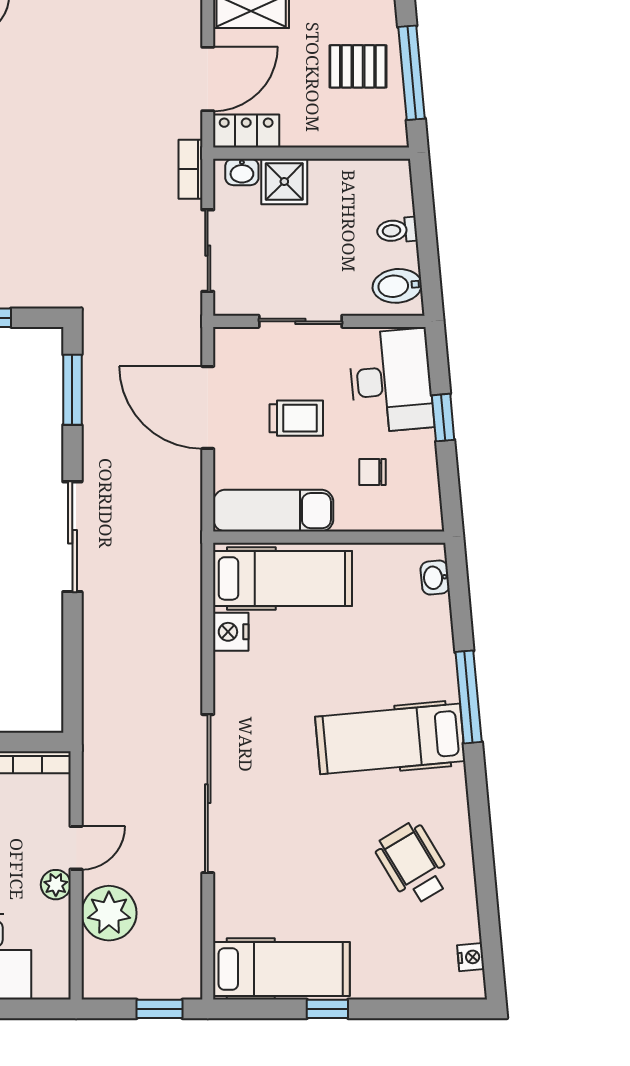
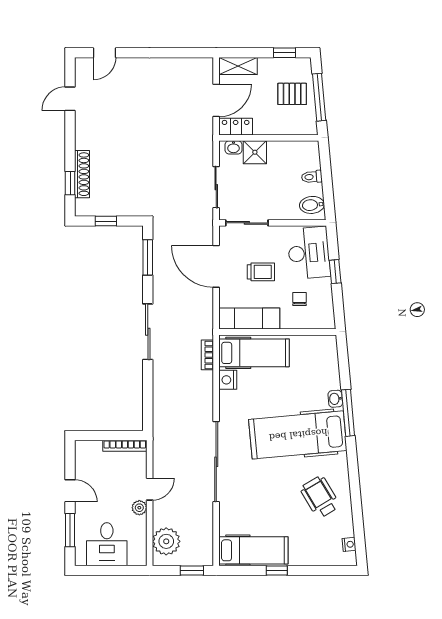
bookcase: (190, 169) -> (207, 355), moved
sliding door: (300, 321) -> (247, 223), moved
chair: (372, 472) -> (299, 299), turned 90
washbasin: (435, 578) -> (335, 399), moved
hospital bed: (390, 739) -> (298, 435), width x1.37, depth x1.29
plant: (109, 913) -> (166, 541), moved

